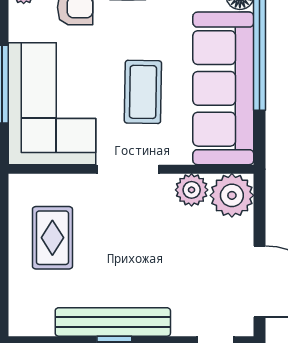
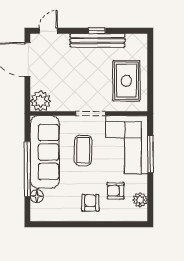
plant: (192, 190) -> (60, 104), removed
rug: (52, 238) -> (126, 81), width x1.36, depth x1.43

